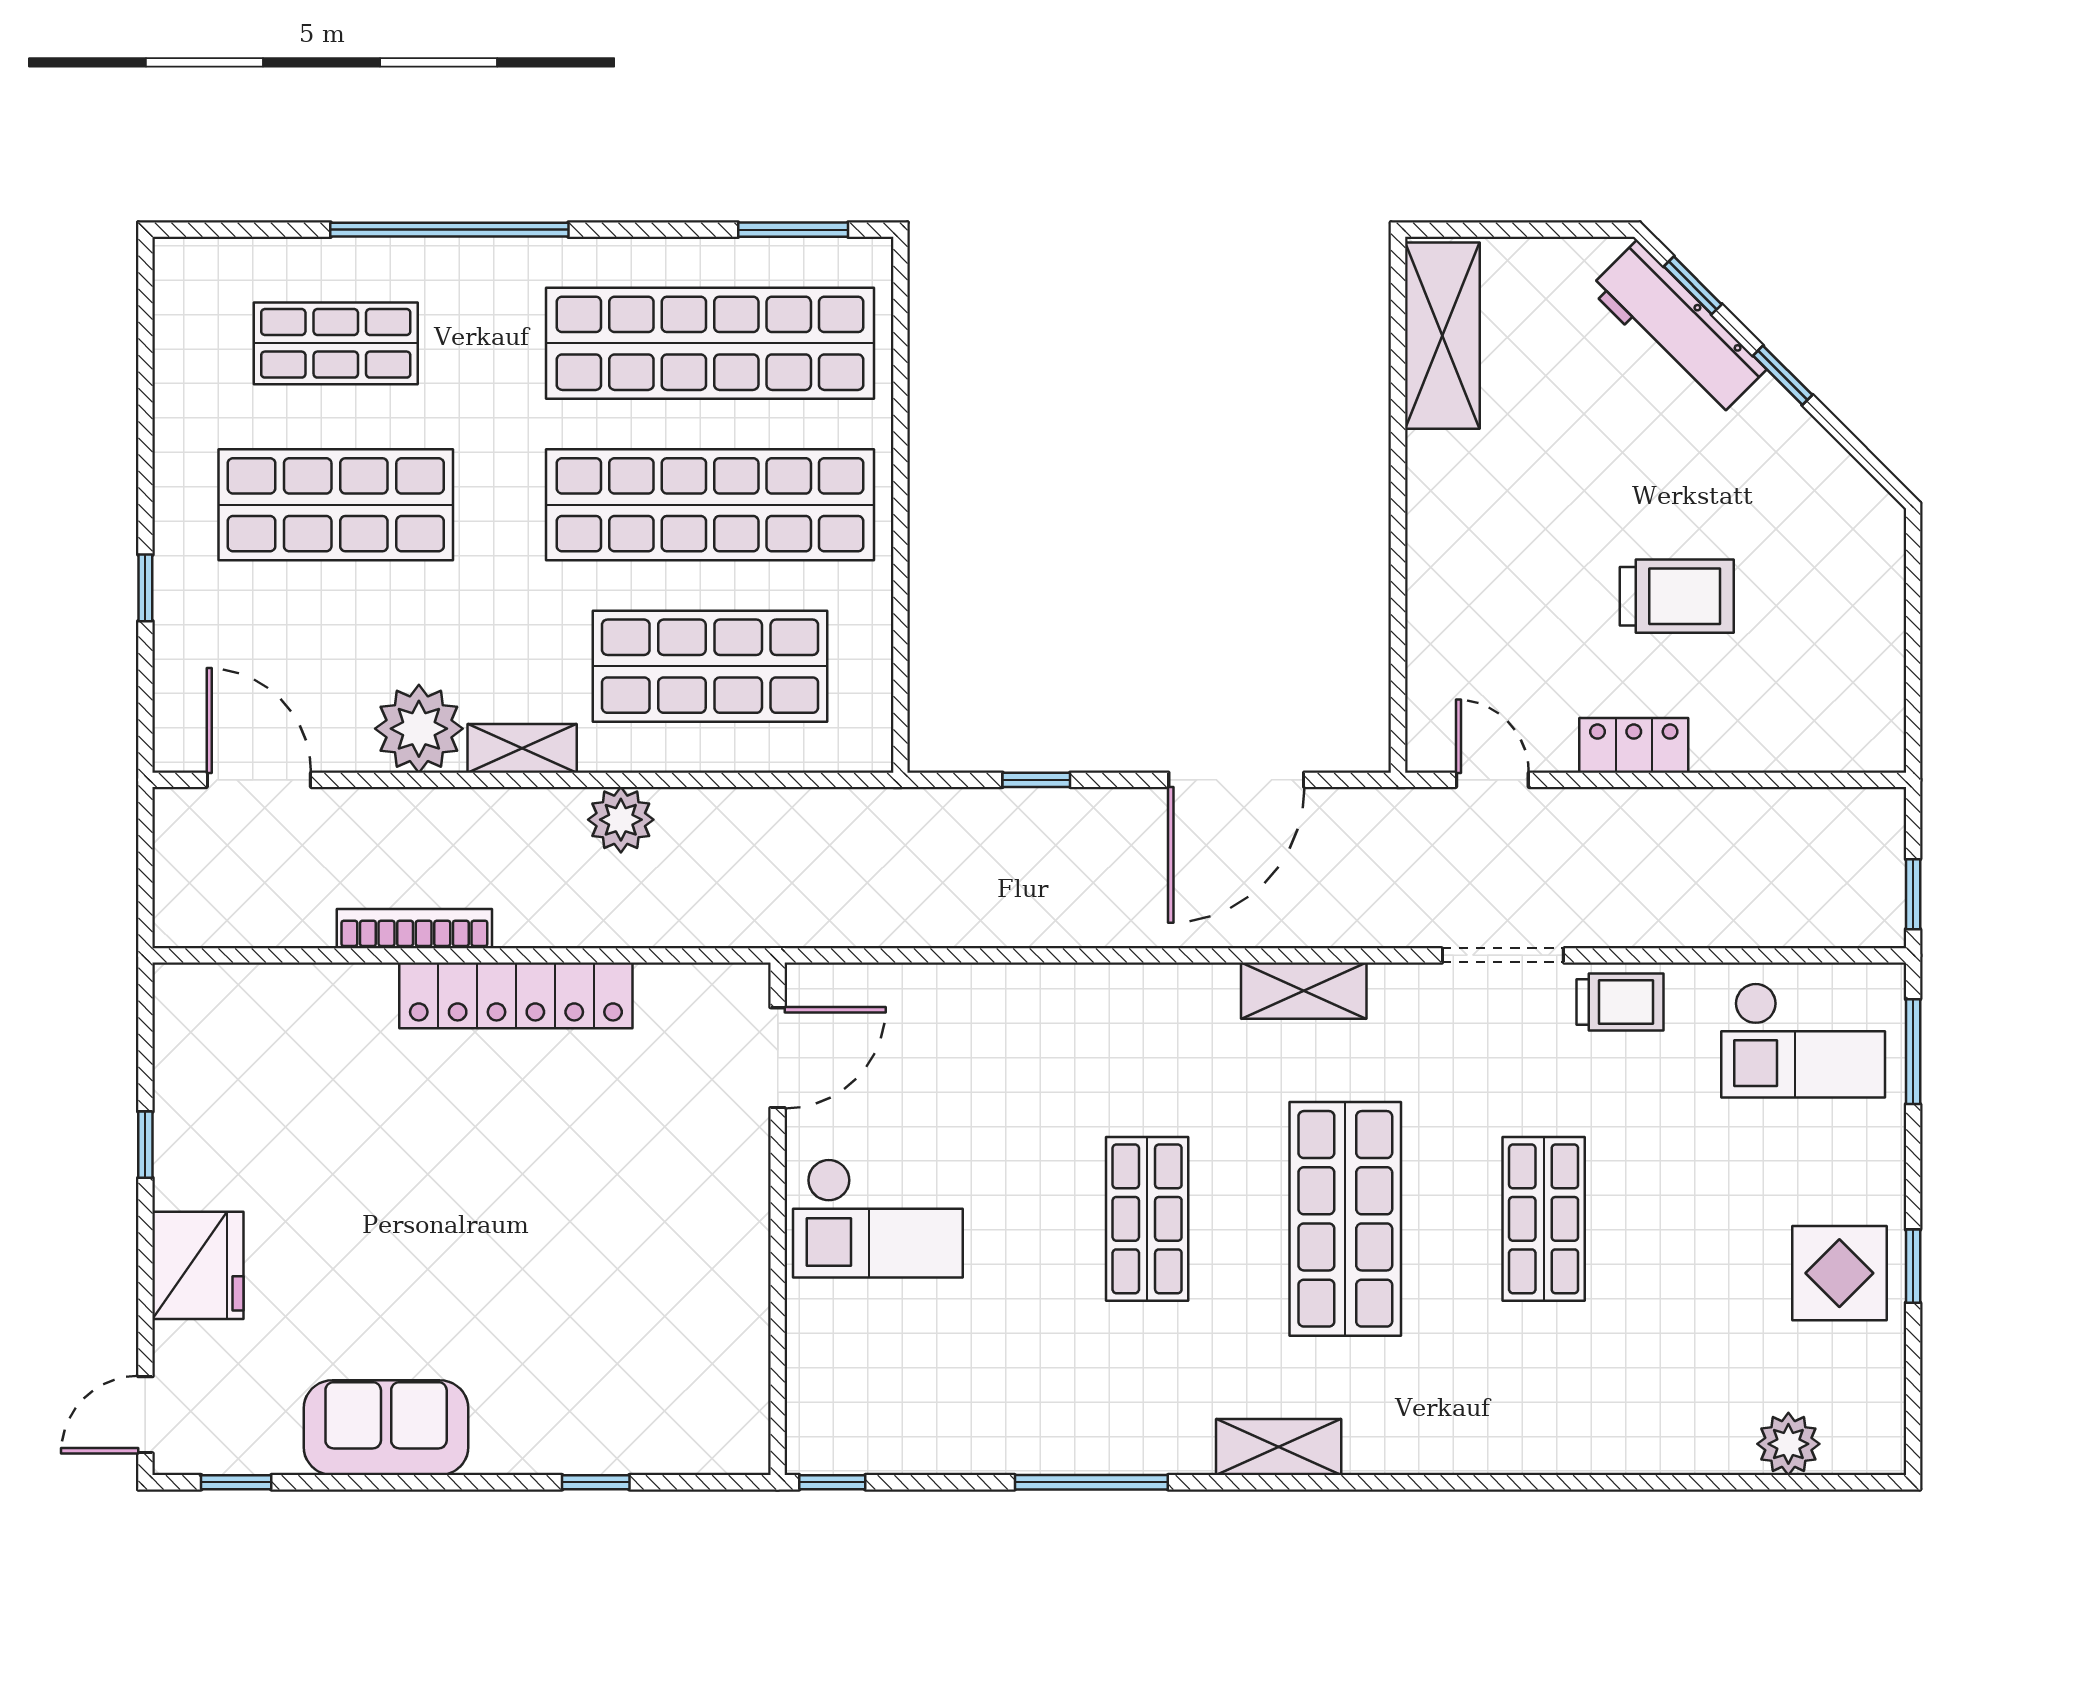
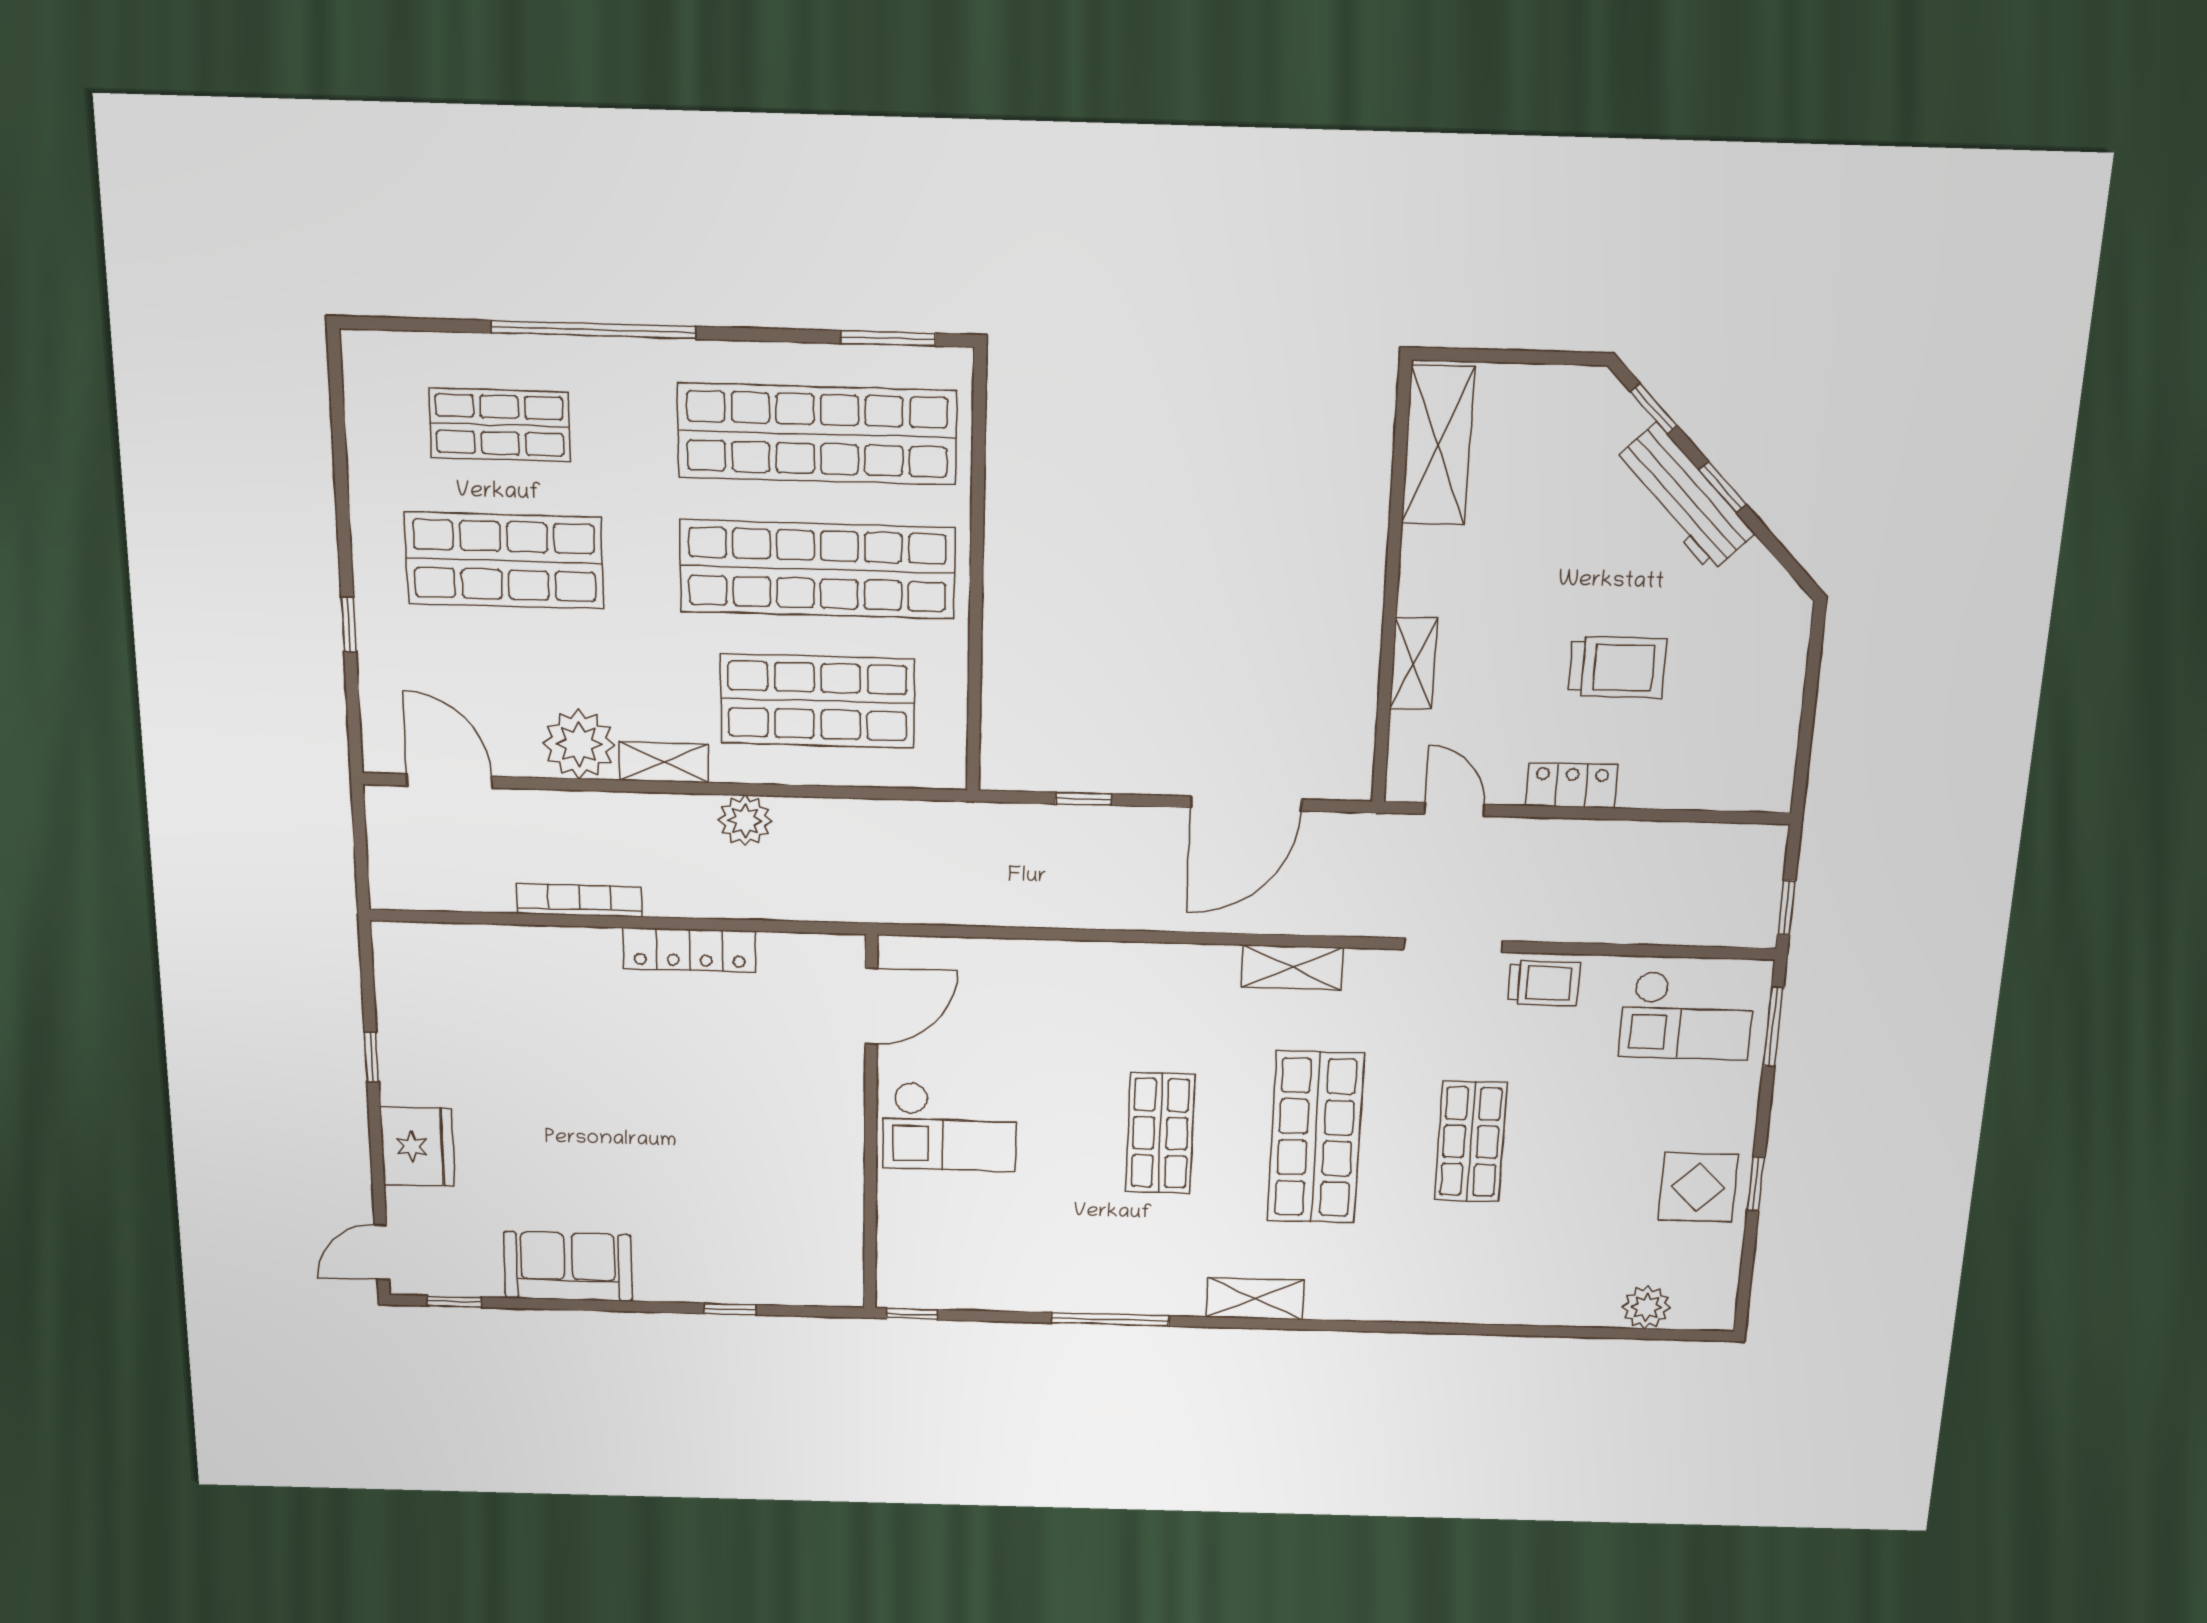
workbench: (1678, 329) -> (1684, 498), moved
shelving: (1430, 599) -> (1413, 664), added
locker: (516, 995) -> (690, 950), width x0.71, depth x0.83

